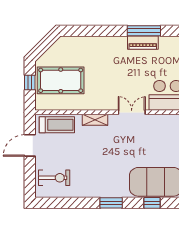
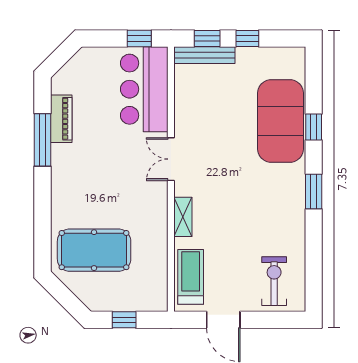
piano: (143, 43) -> (61, 119), moved
pool table: (61, 80) -> (94, 250), moved, turned 90

